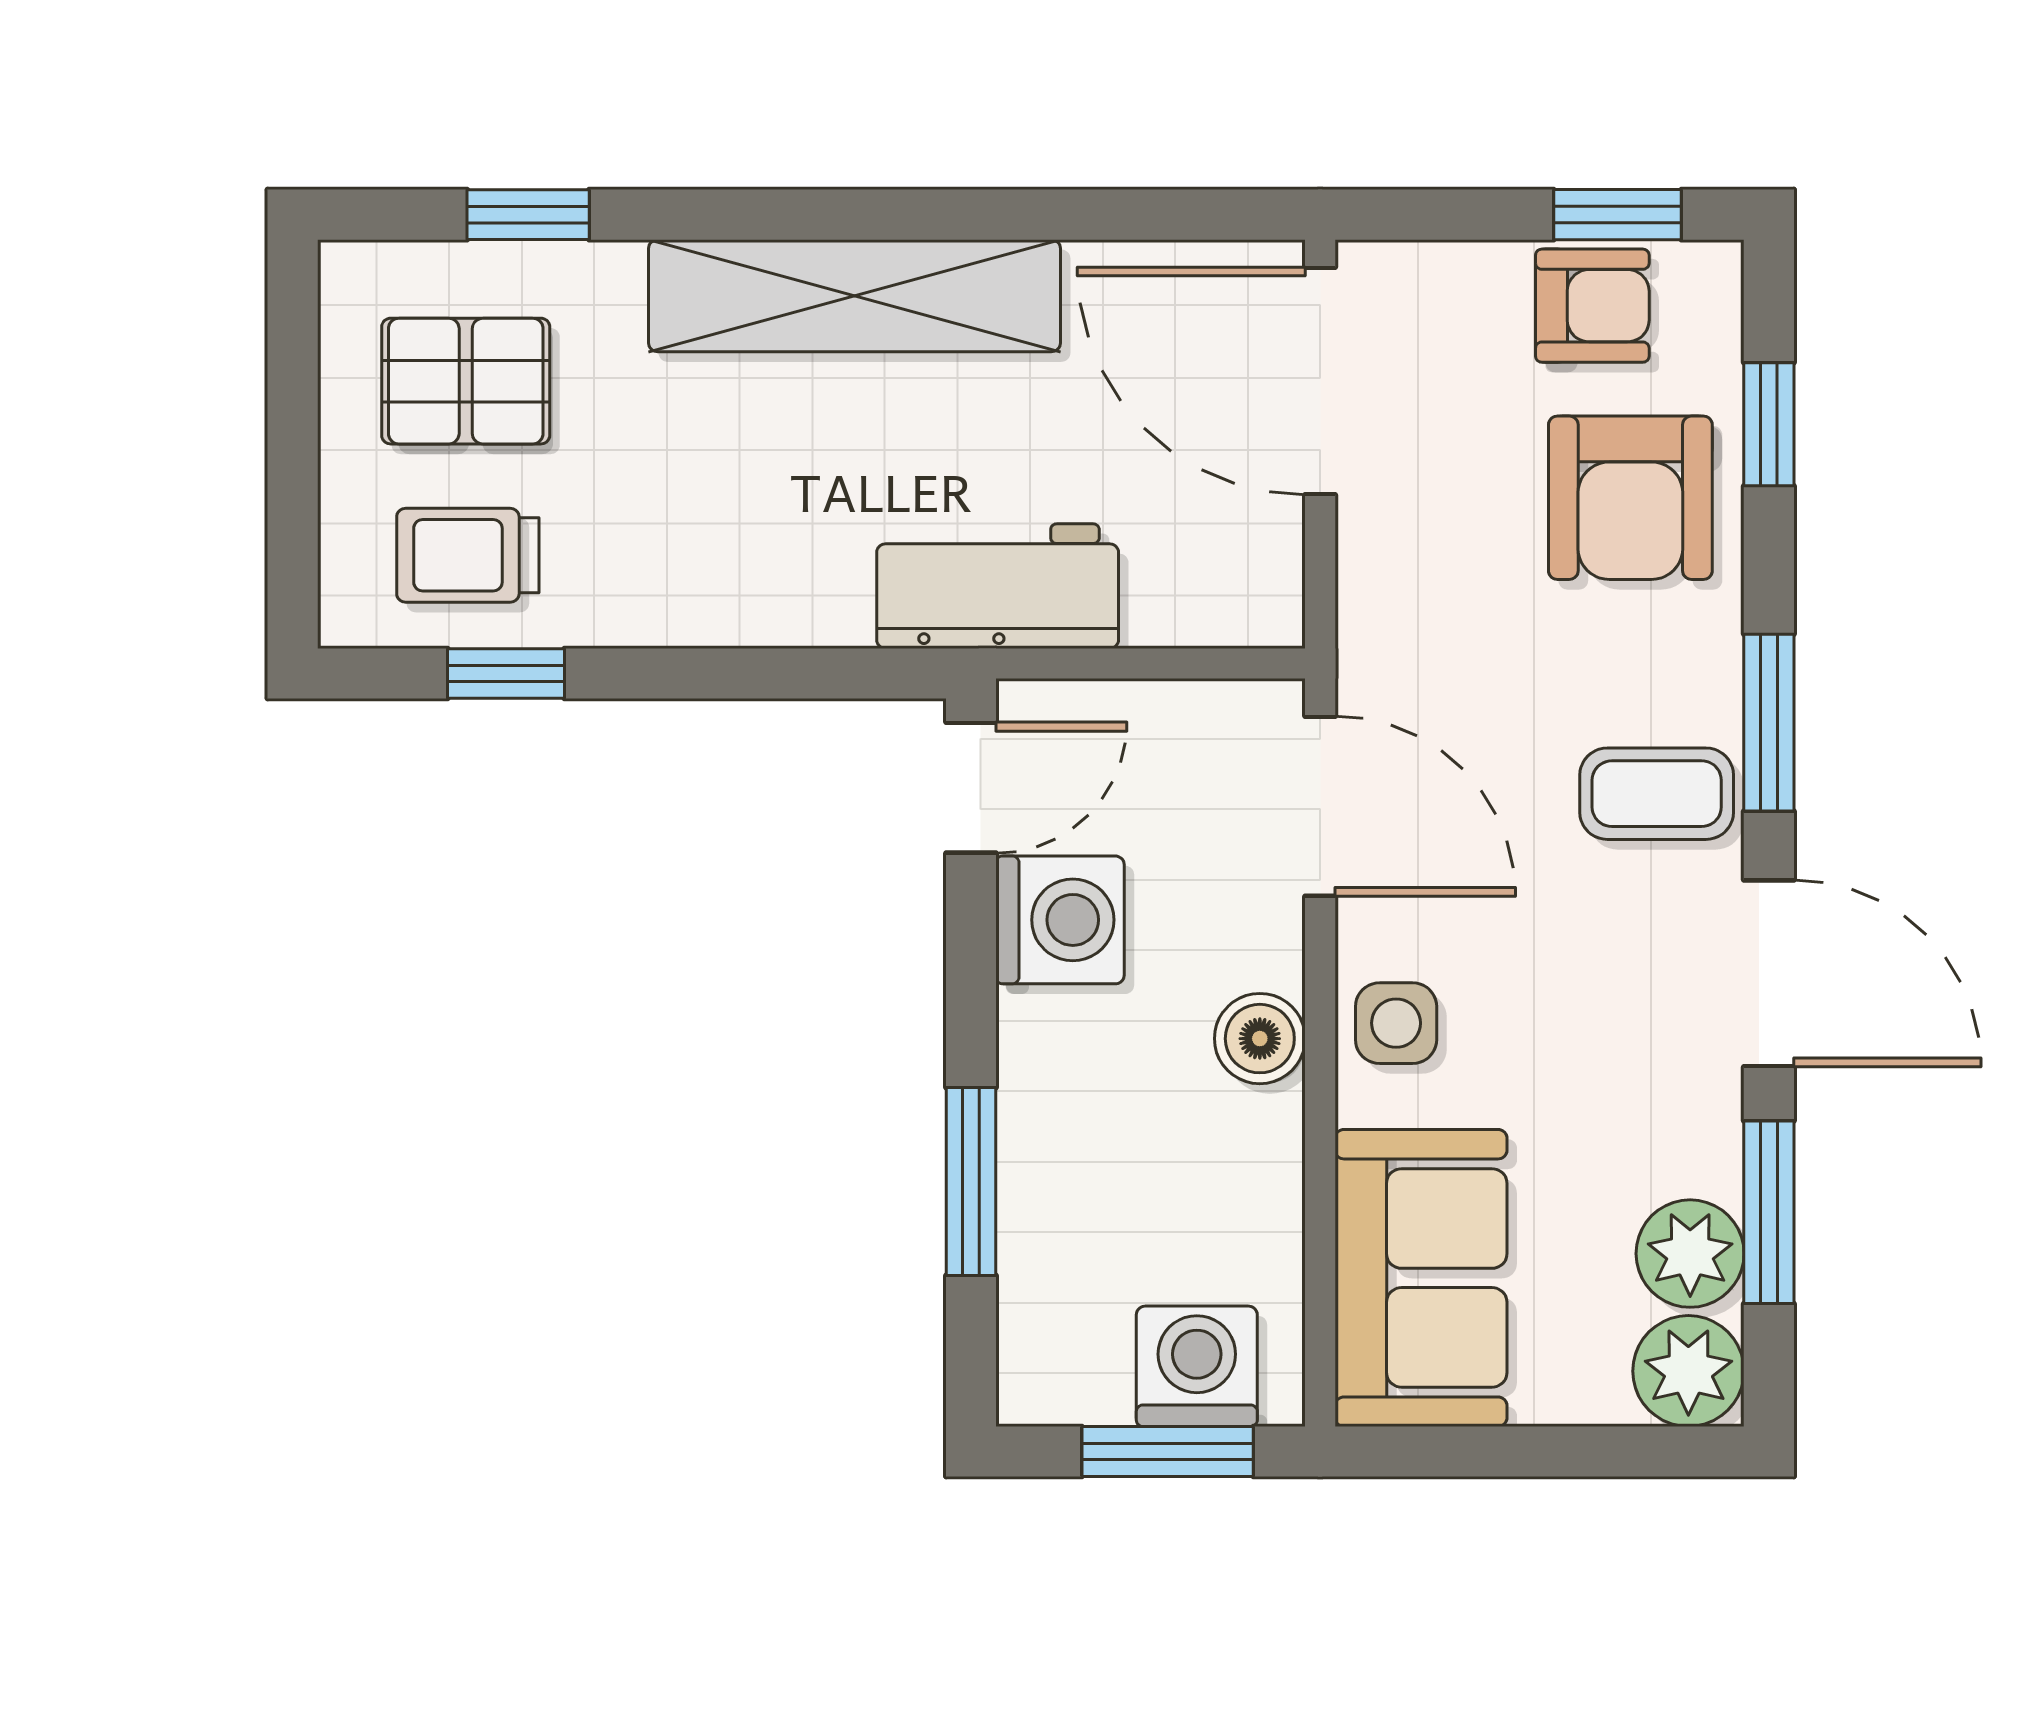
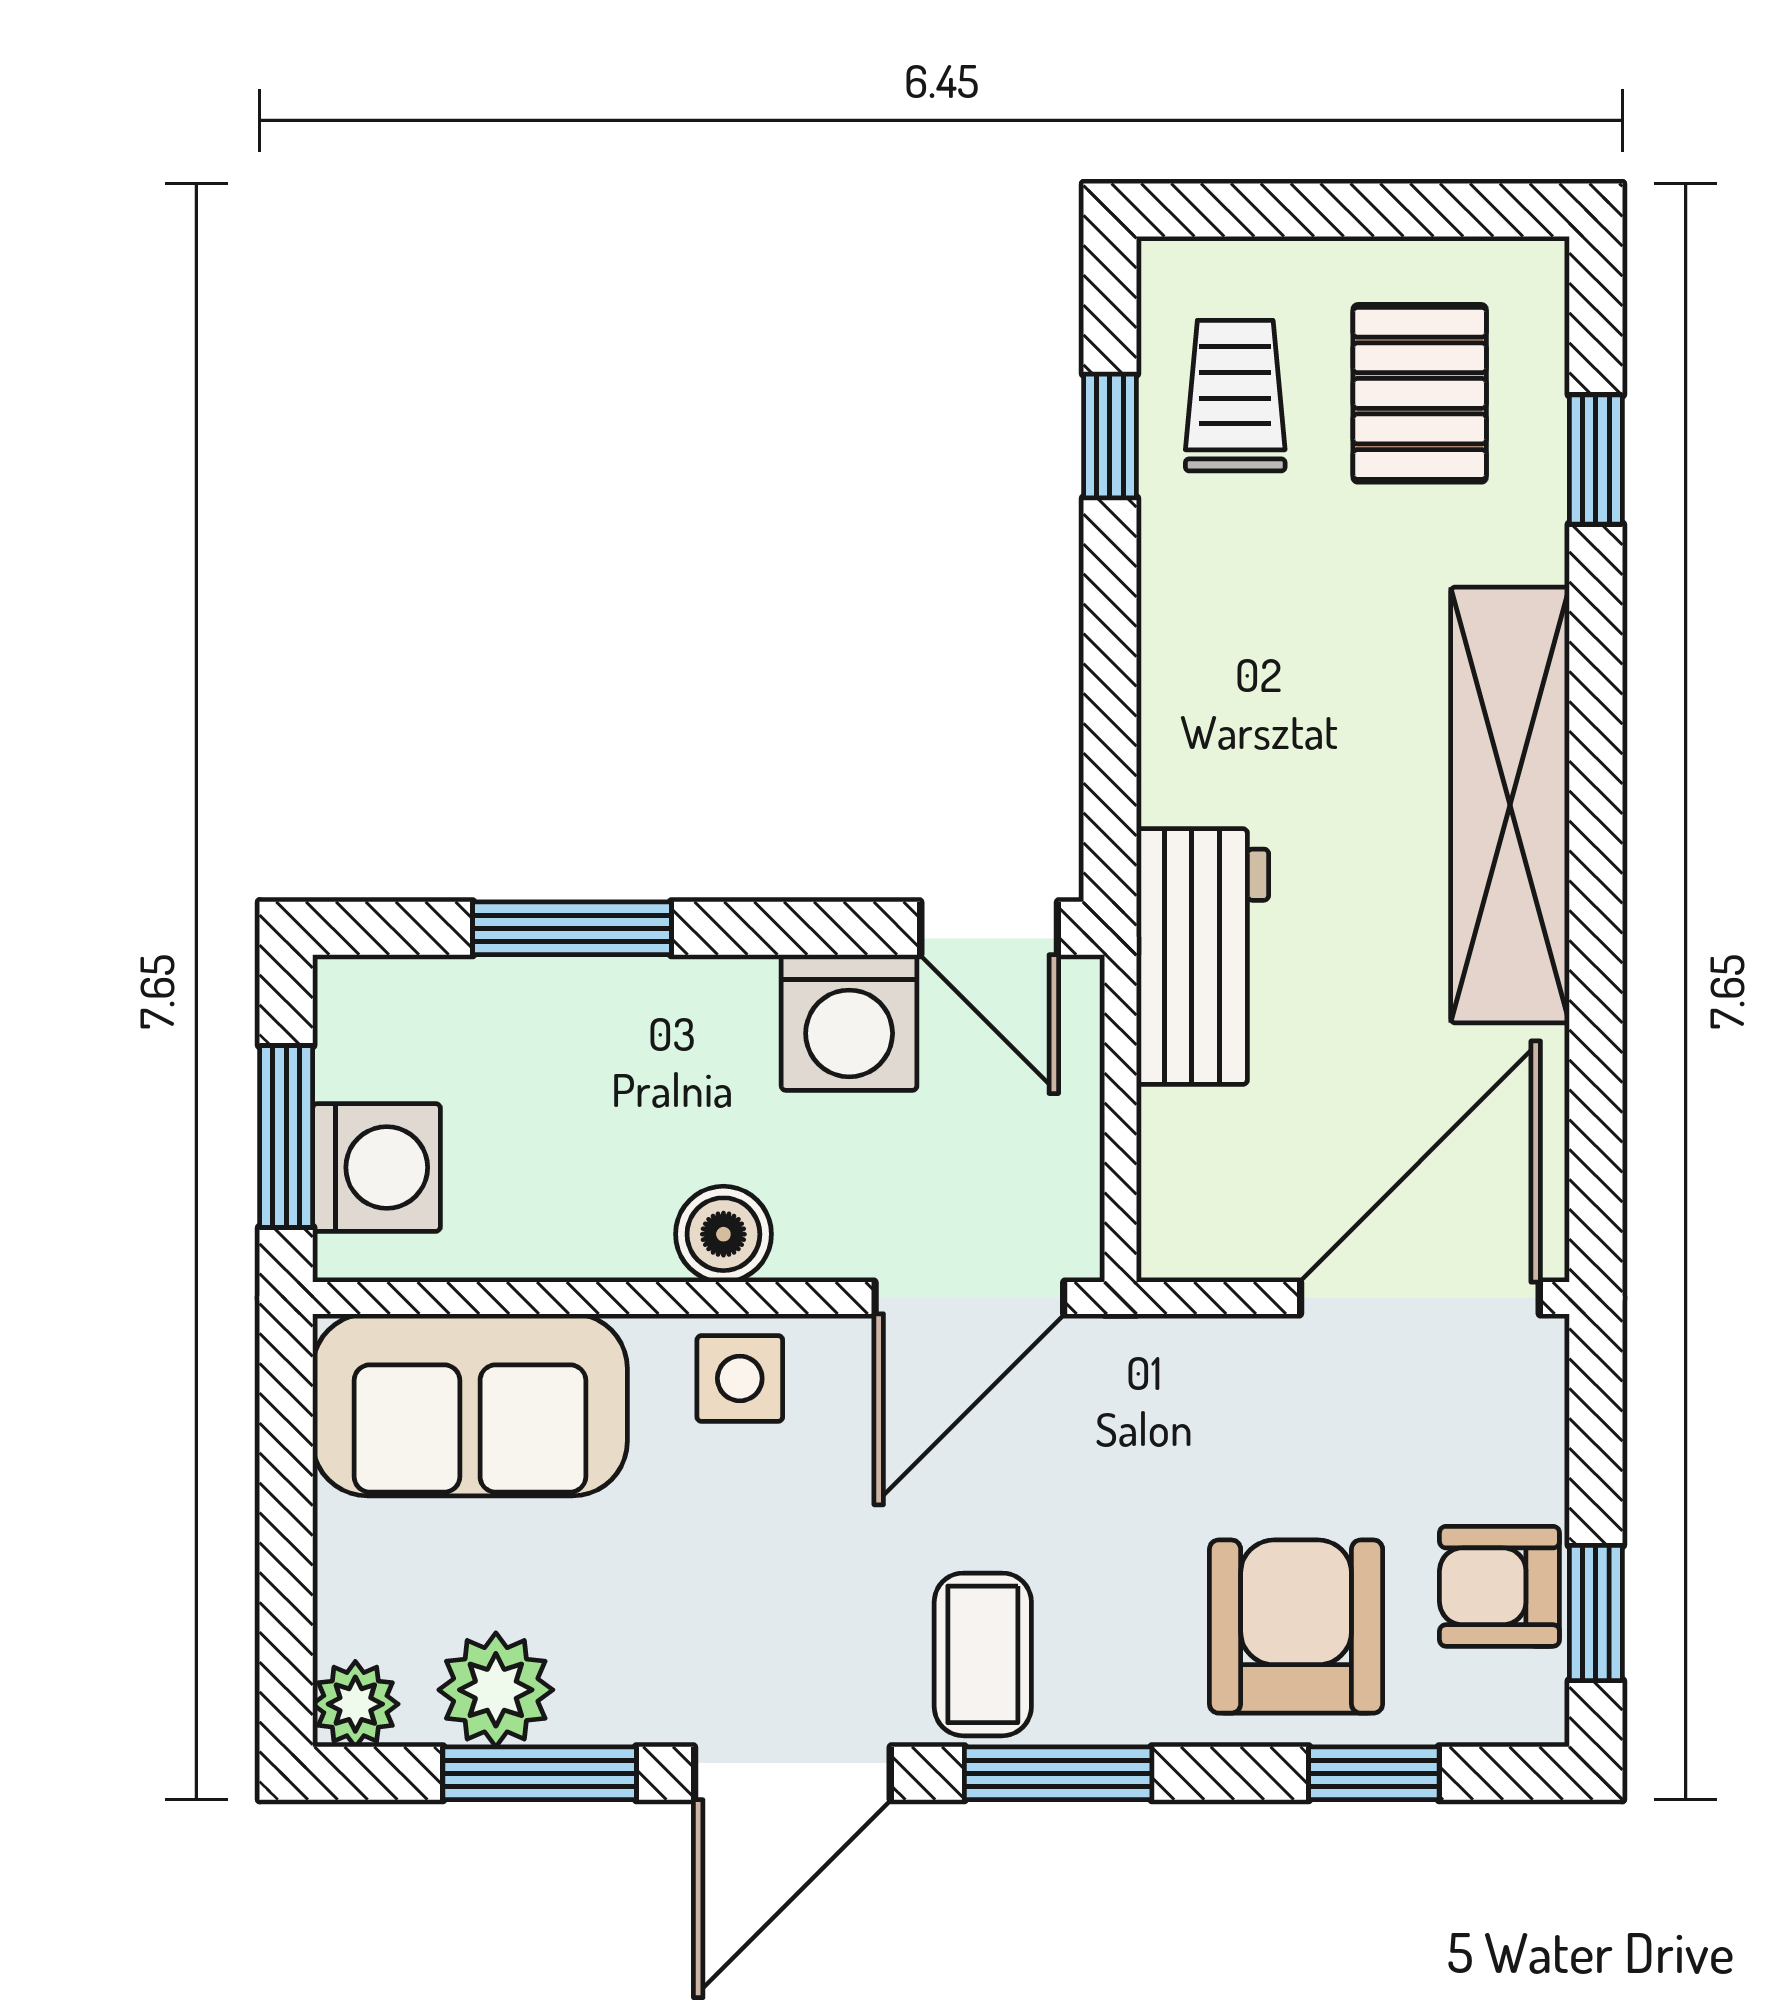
armchair: (1592, 306) -> (1499, 1586), turned 90
armchair: (1630, 498) -> (1296, 1627), turned 90
plant: (1688, 1371) -> (355, 1704), width x0.73, depth x0.73

